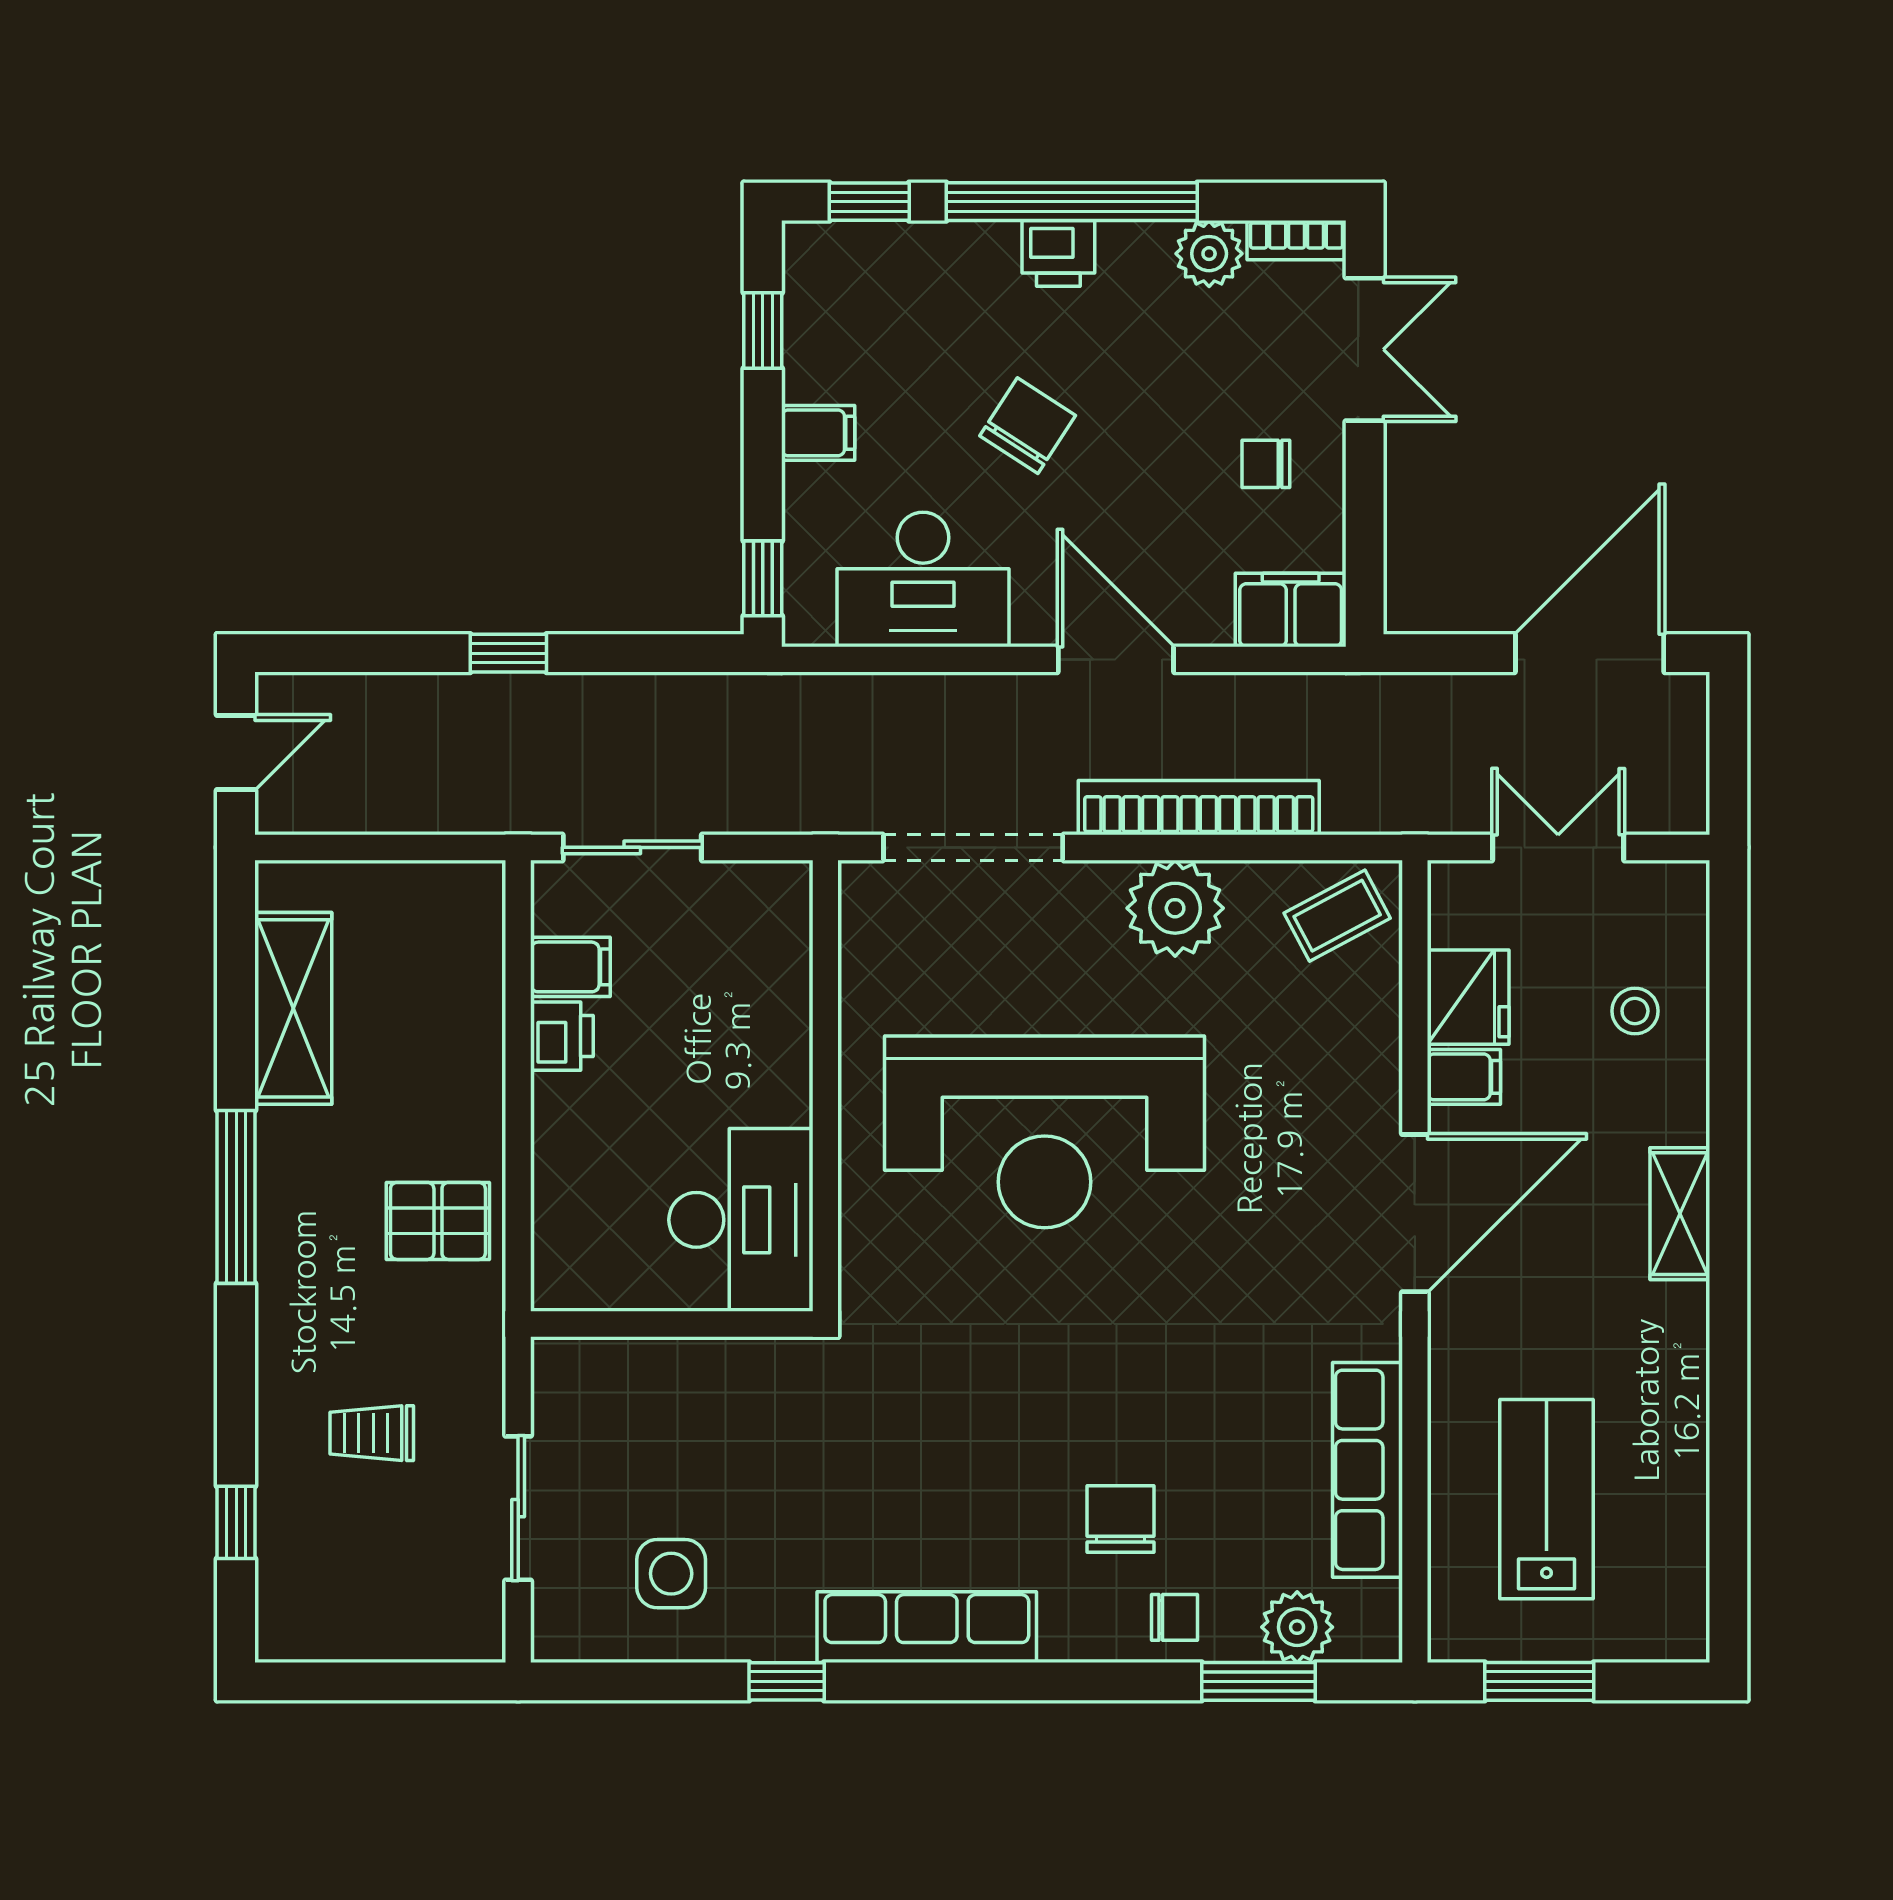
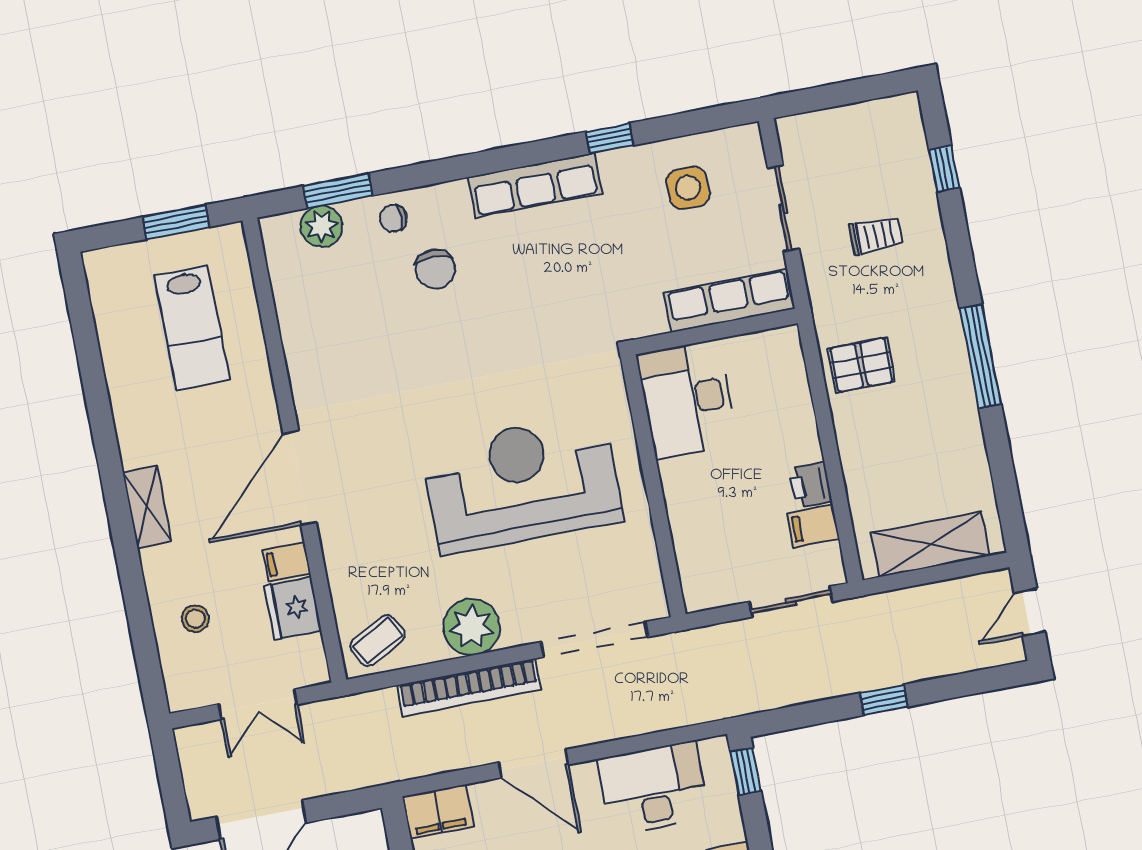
shelving: (293, 1008) -> (930, 544), moved, turned 90
row of seats: (1368, 1470) -> (729, 301), moved, turned -90

